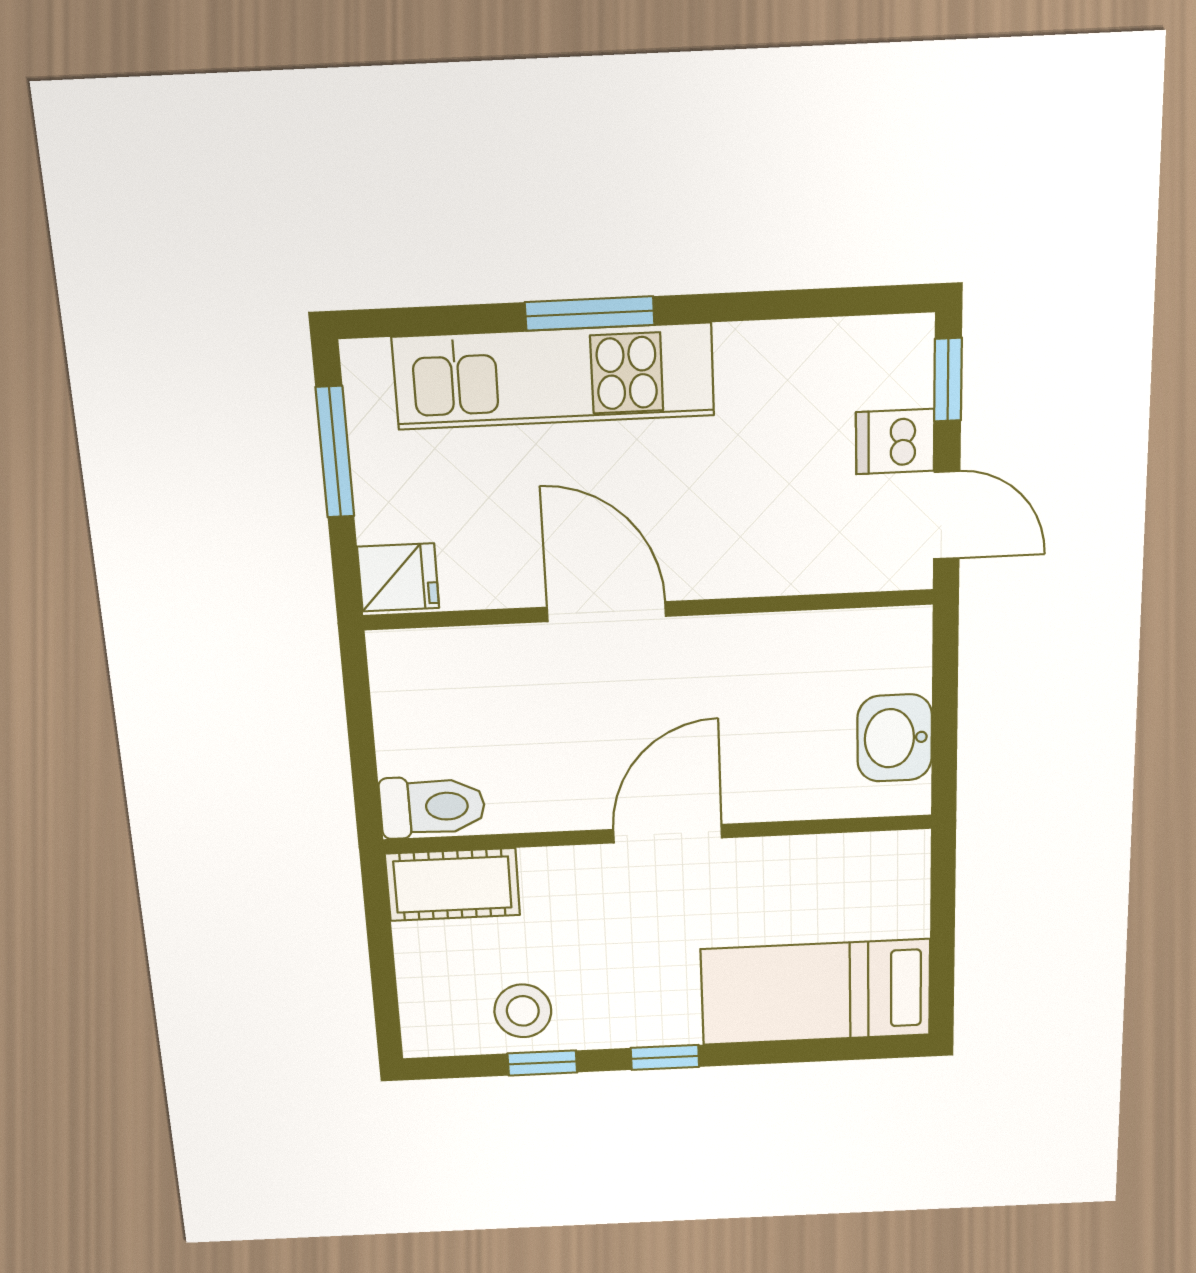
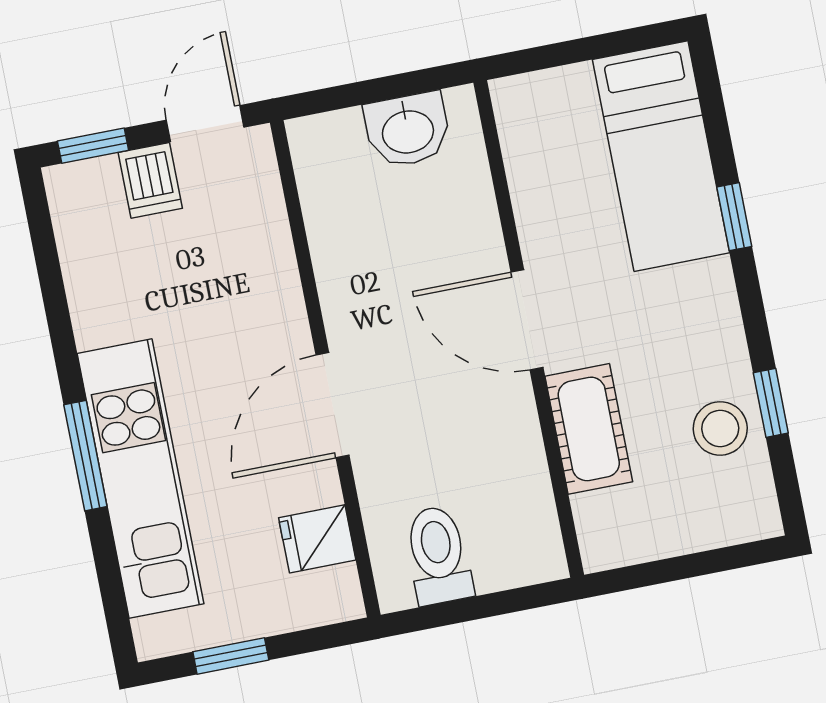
window: (335, 452) -> (231, 656), width x0.67
fridge: (398, 577) -> (317, 539), moved, turned -90
toilet: (432, 807) -> (438, 555), moved
cot: (453, 885) -> (589, 429), moved
window: (665, 1057) -> (734, 217), moved

